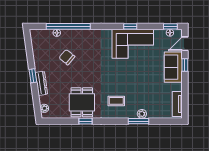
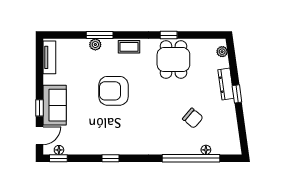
corner sofa: (133, 44) -> (107, 136), removed
armchair: (128, 78) -> (113, 91), added
coffee table: (116, 101) -> (129, 47), moved

